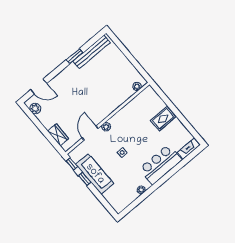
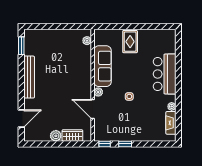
bench: (92, 52) -> (29, 77), moved
window: (75, 56) -> (21, 46), moved
plant: (35, 108) -> (56, 136), moved
fireplace: (189, 149) -> (171, 123), moved
sofa: (95, 174) -> (102, 66), moved, turned 90

